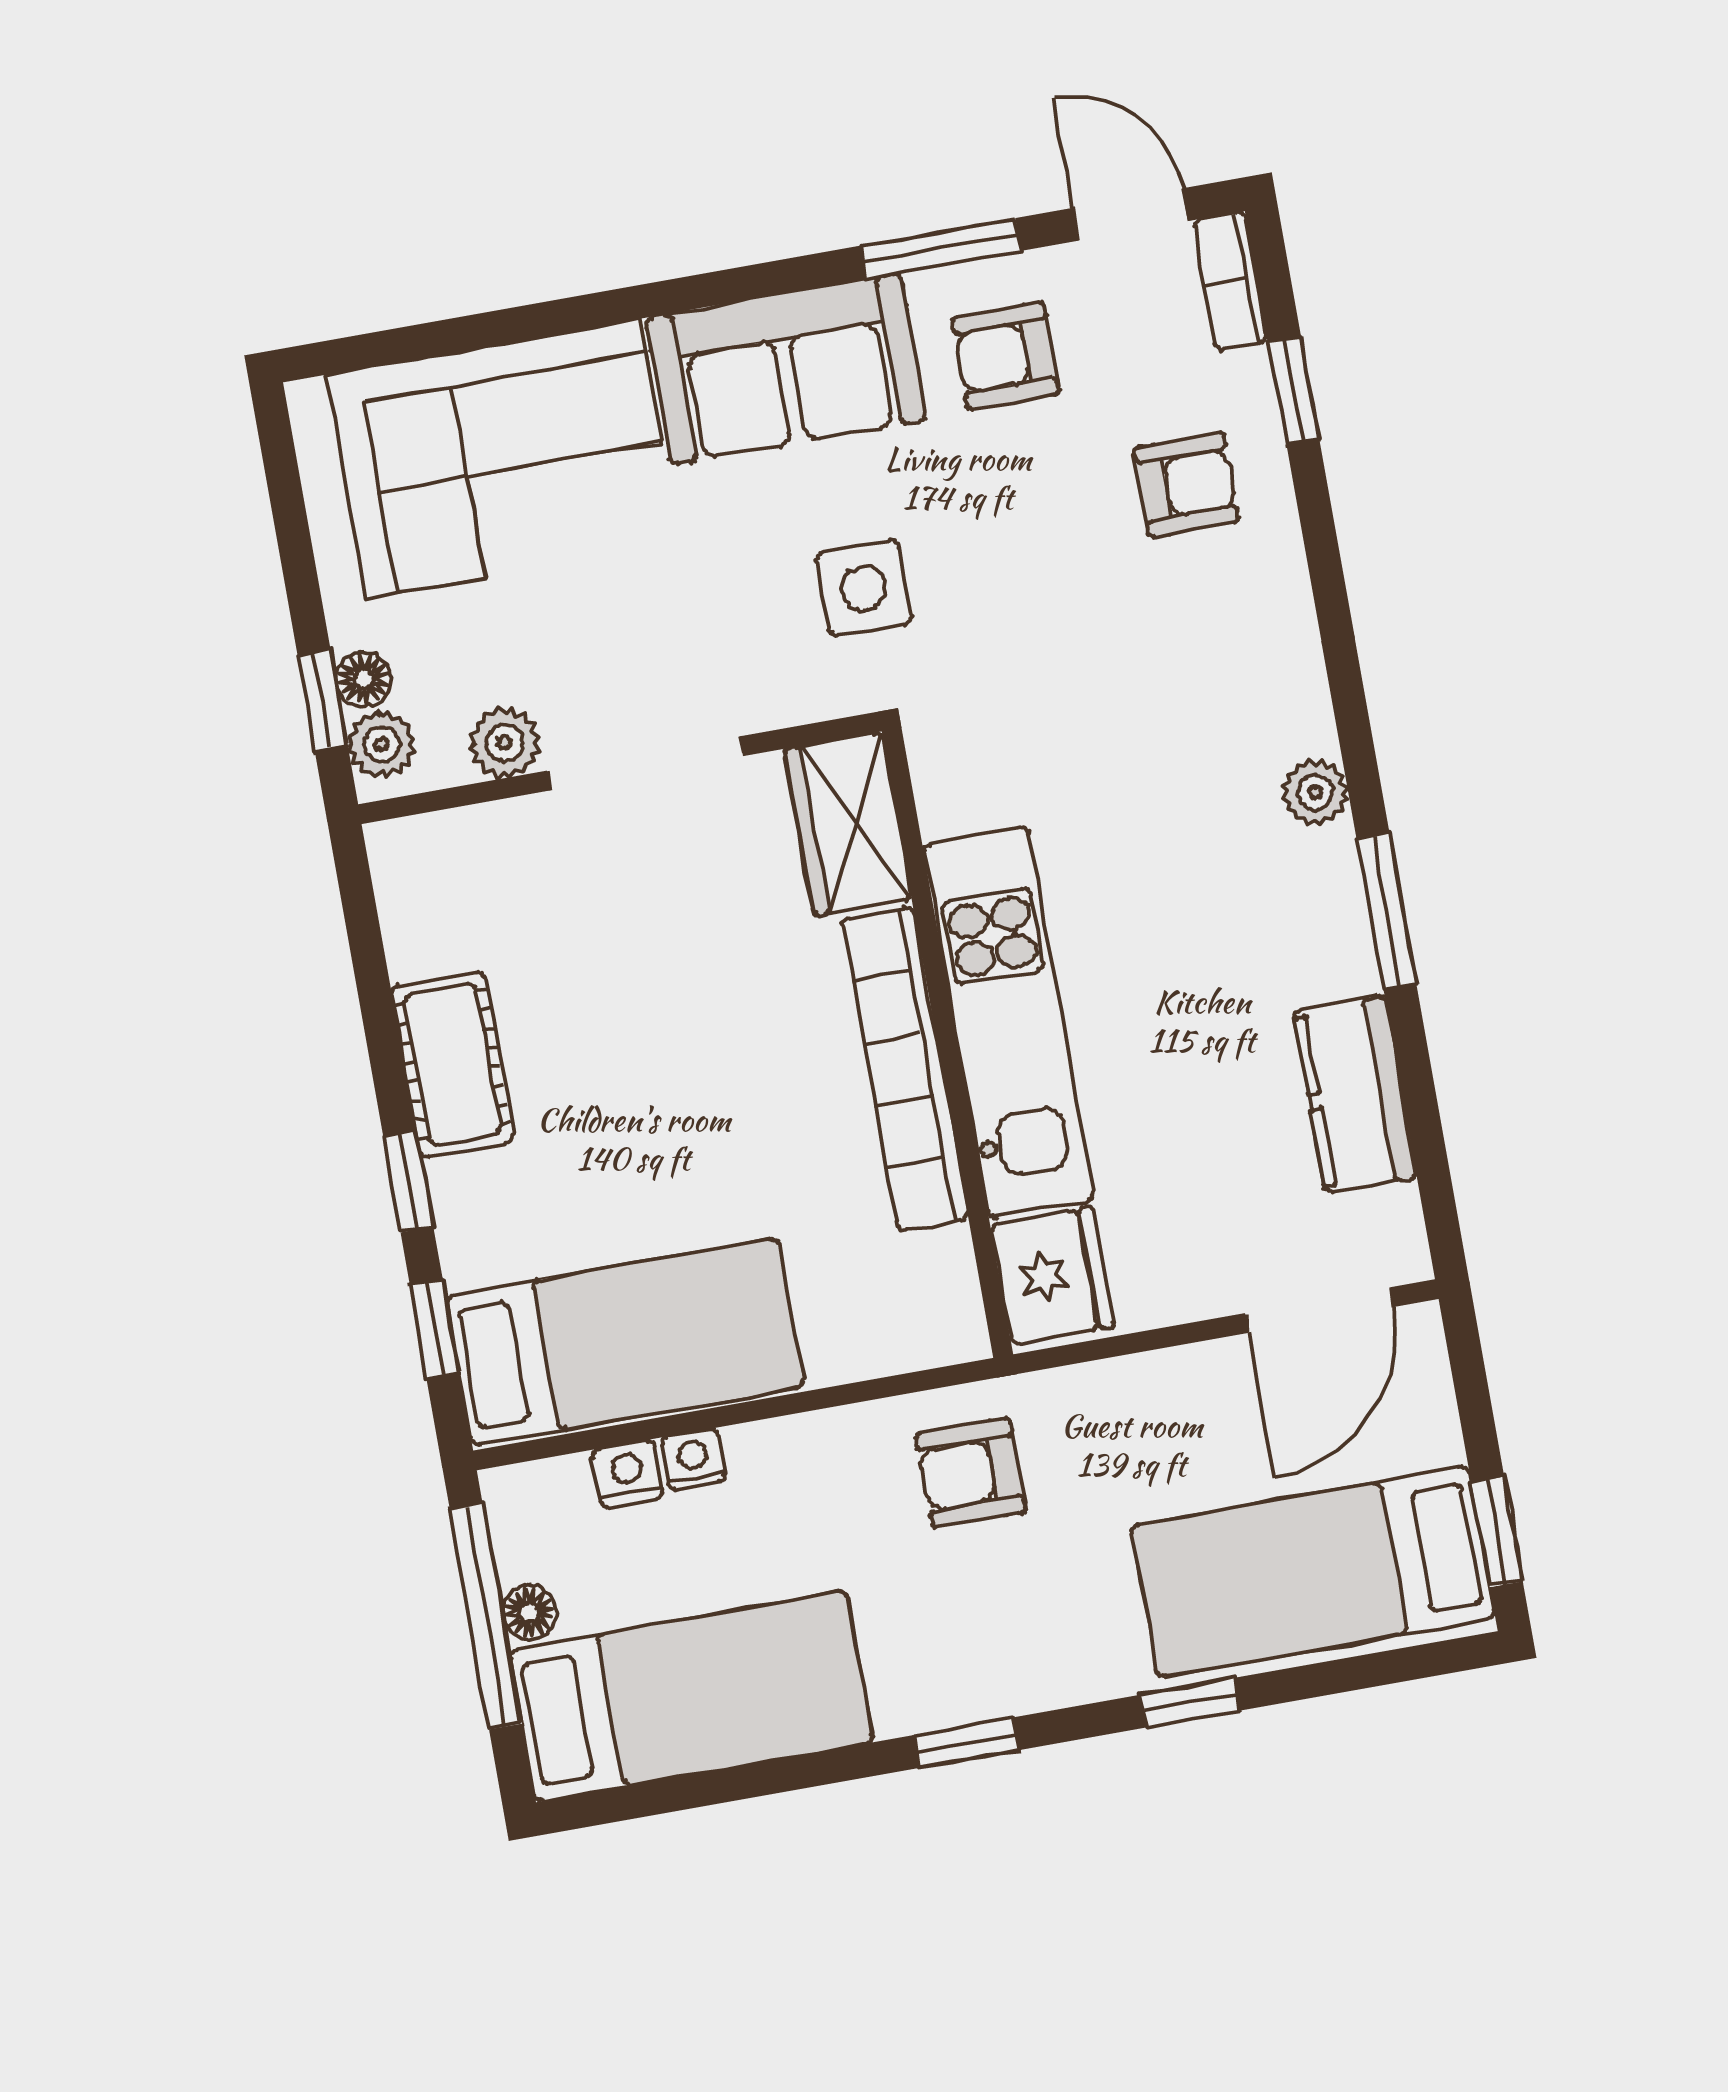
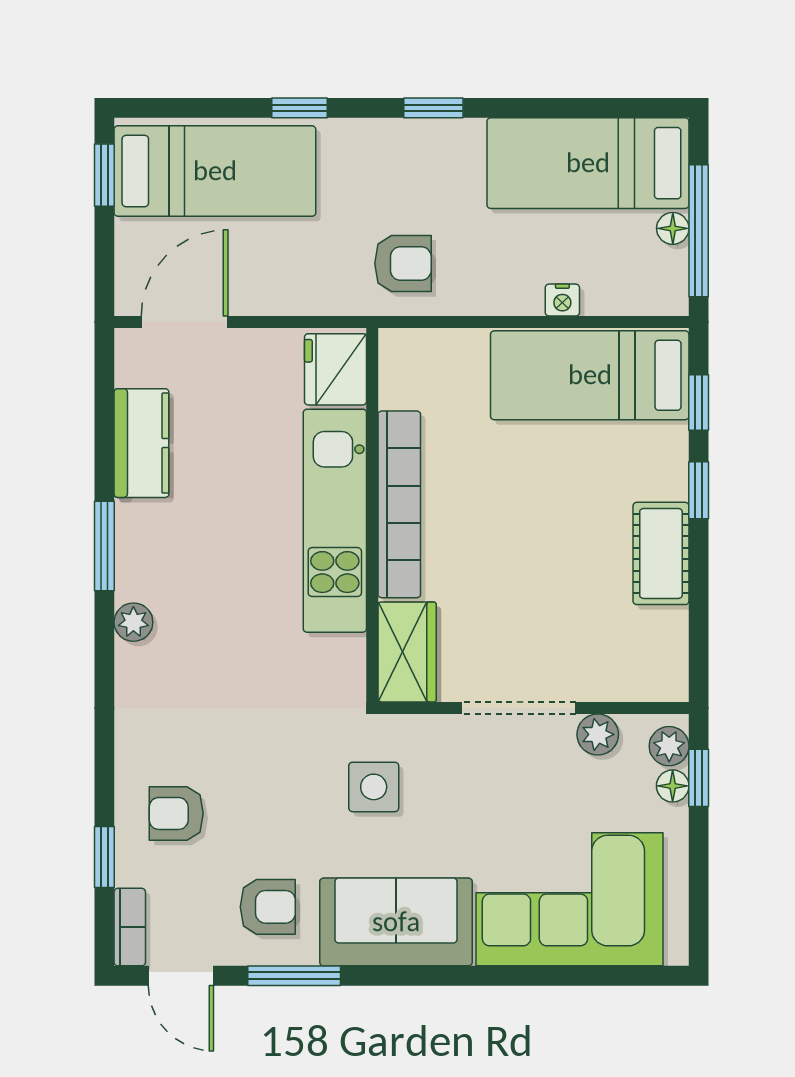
nightstand: (627, 1474) -> (602, 299), removed

